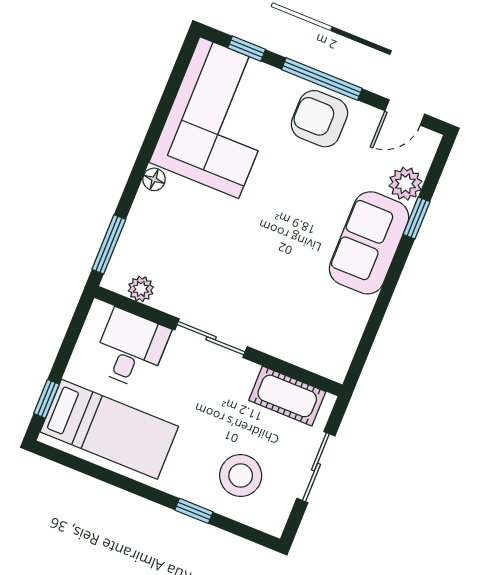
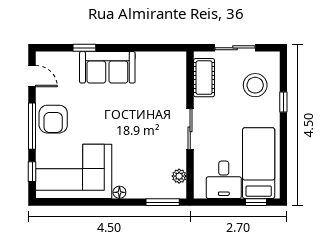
plant: (405, 184) -> (69, 61), removed
desk: (131, 349) -> (224, 180), moved, turned -90

